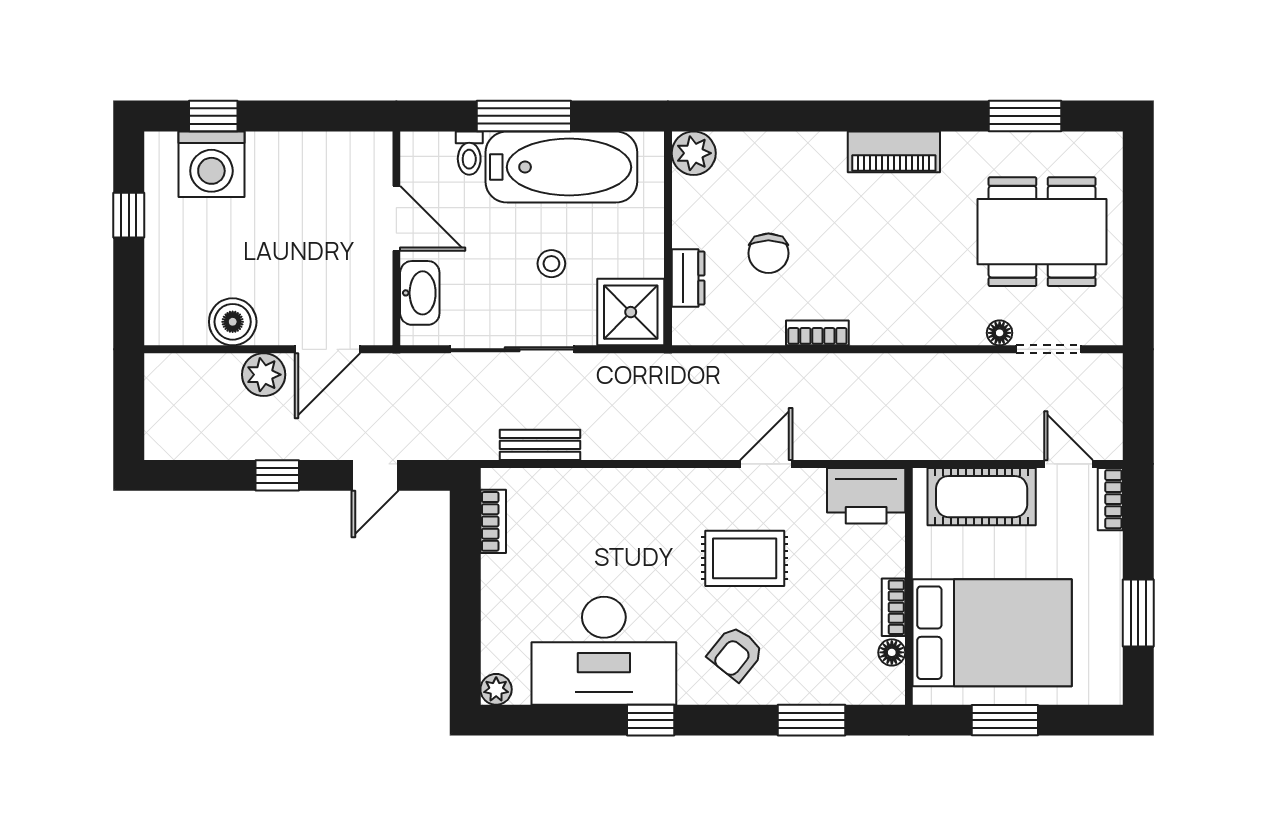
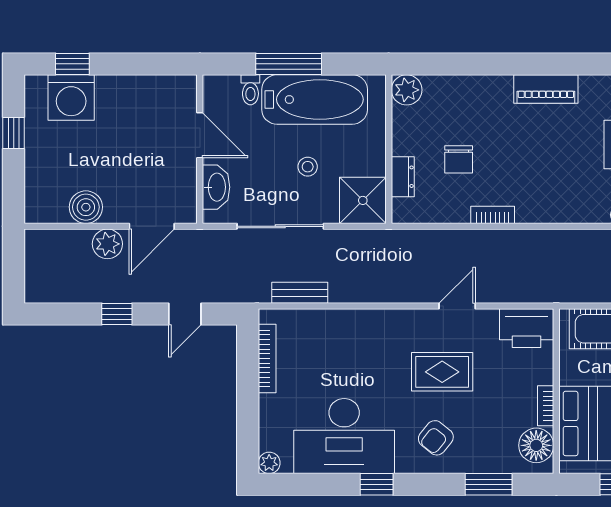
bookcase: (493, 521) -> (267, 358), width x1.56
floor lamp: (892, 652) -> (536, 445), width x1.89, depth x1.89

